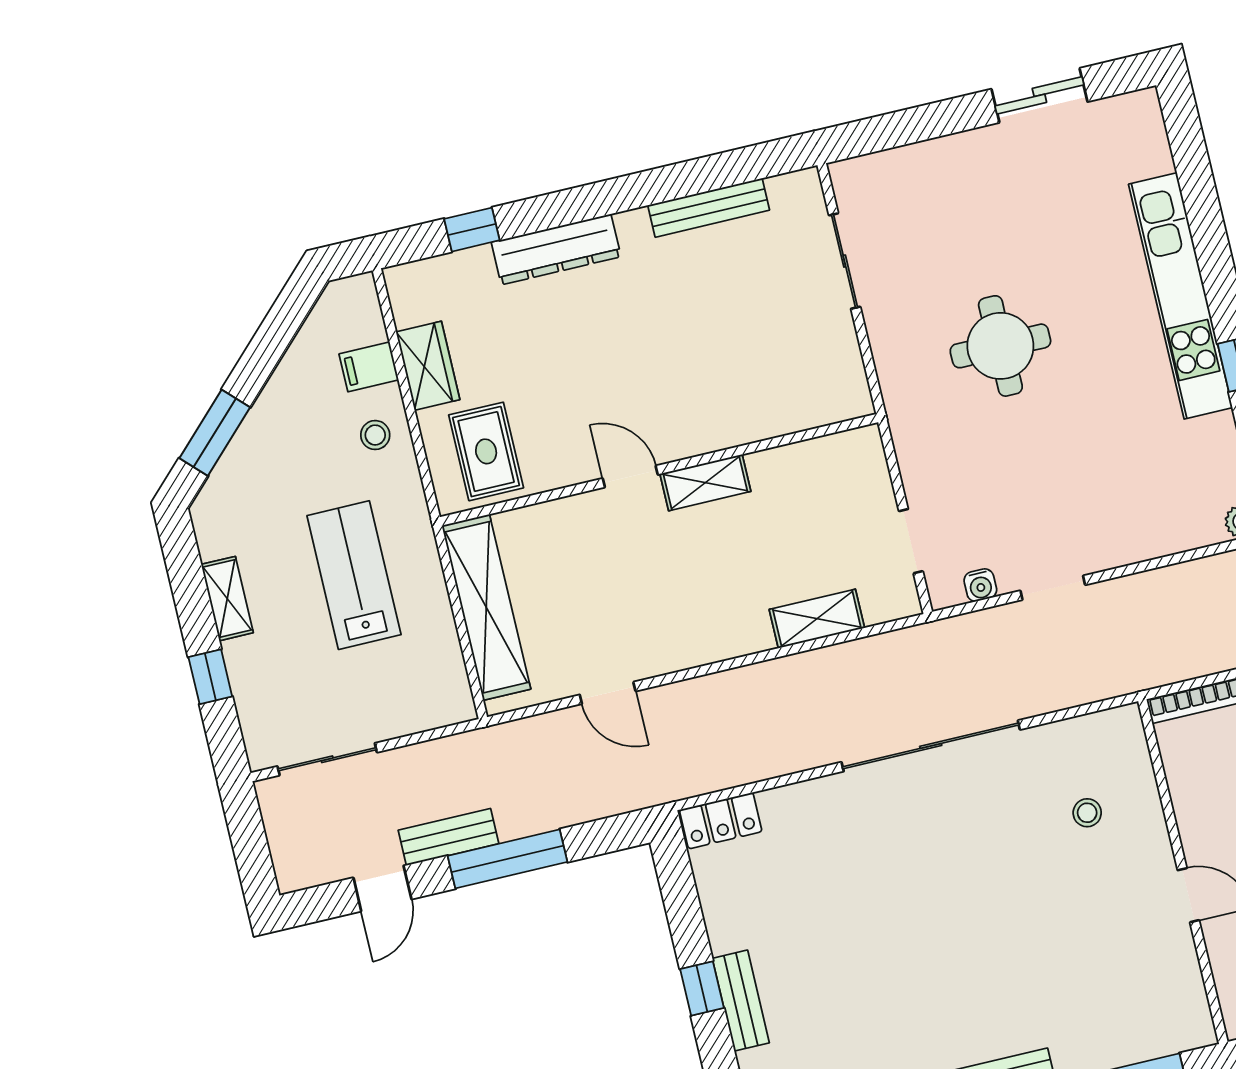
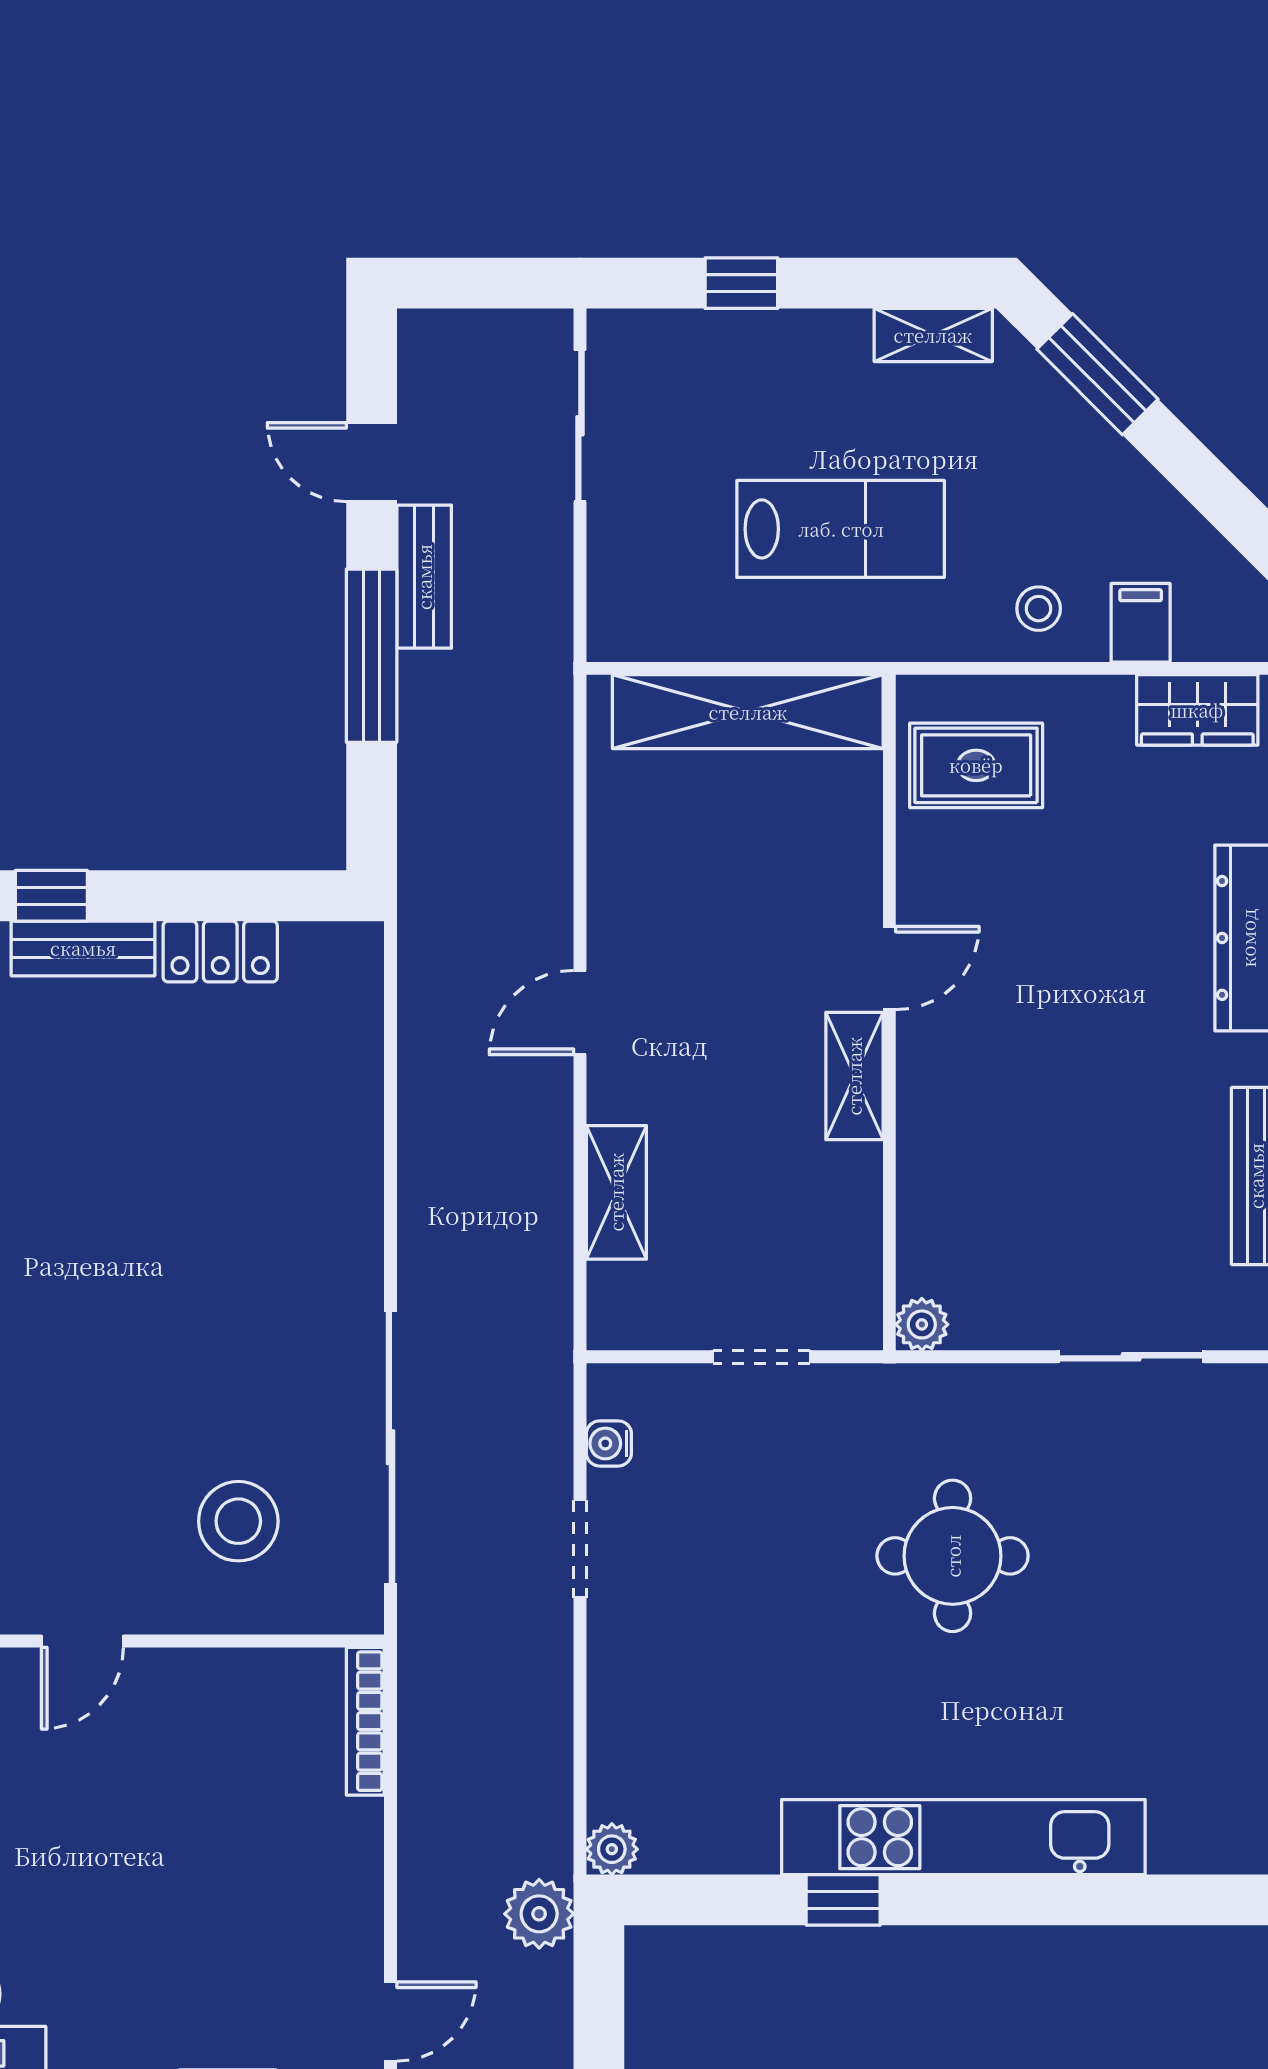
wardrobe: (428, 366) -> (1197, 710), moved
plant: (856, 401) -> (922, 1324), added
doorway: (911, 541) -> (762, 1357), moved
shelving: (227, 599) -> (933, 335), moved
door: (608, 693) -> (580, 1013), moved
sliding door: (931, 746) -> (390, 1447), moved
stool: (1087, 813) -> (238, 1521), width x1.89, depth x1.89
locker: (721, 821) -> (220, 952), moved, turned -90
window: (702, 988) -> (51, 896), moved

